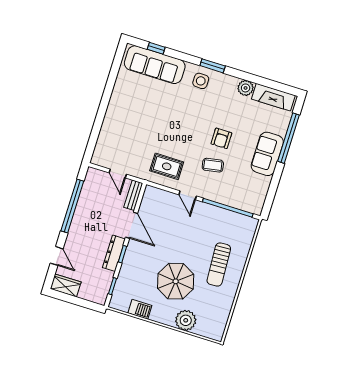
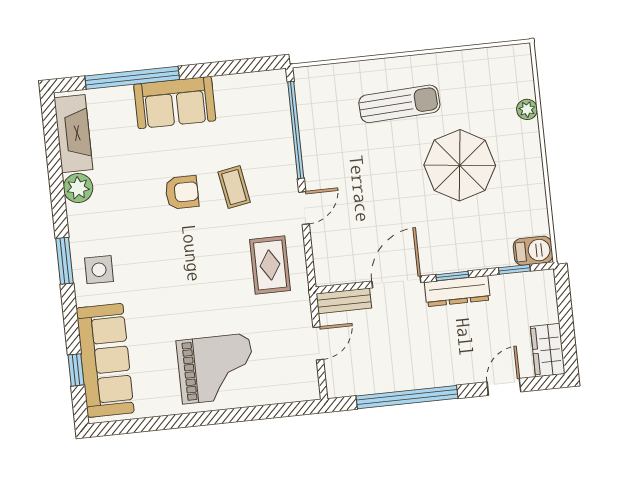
grand piano: (127, 118) -> (216, 369), added
barbecue: (140, 309) -> (533, 251), moved, turned 90
plant: (186, 320) -> (527, 109), width x0.53, depth x0.53

